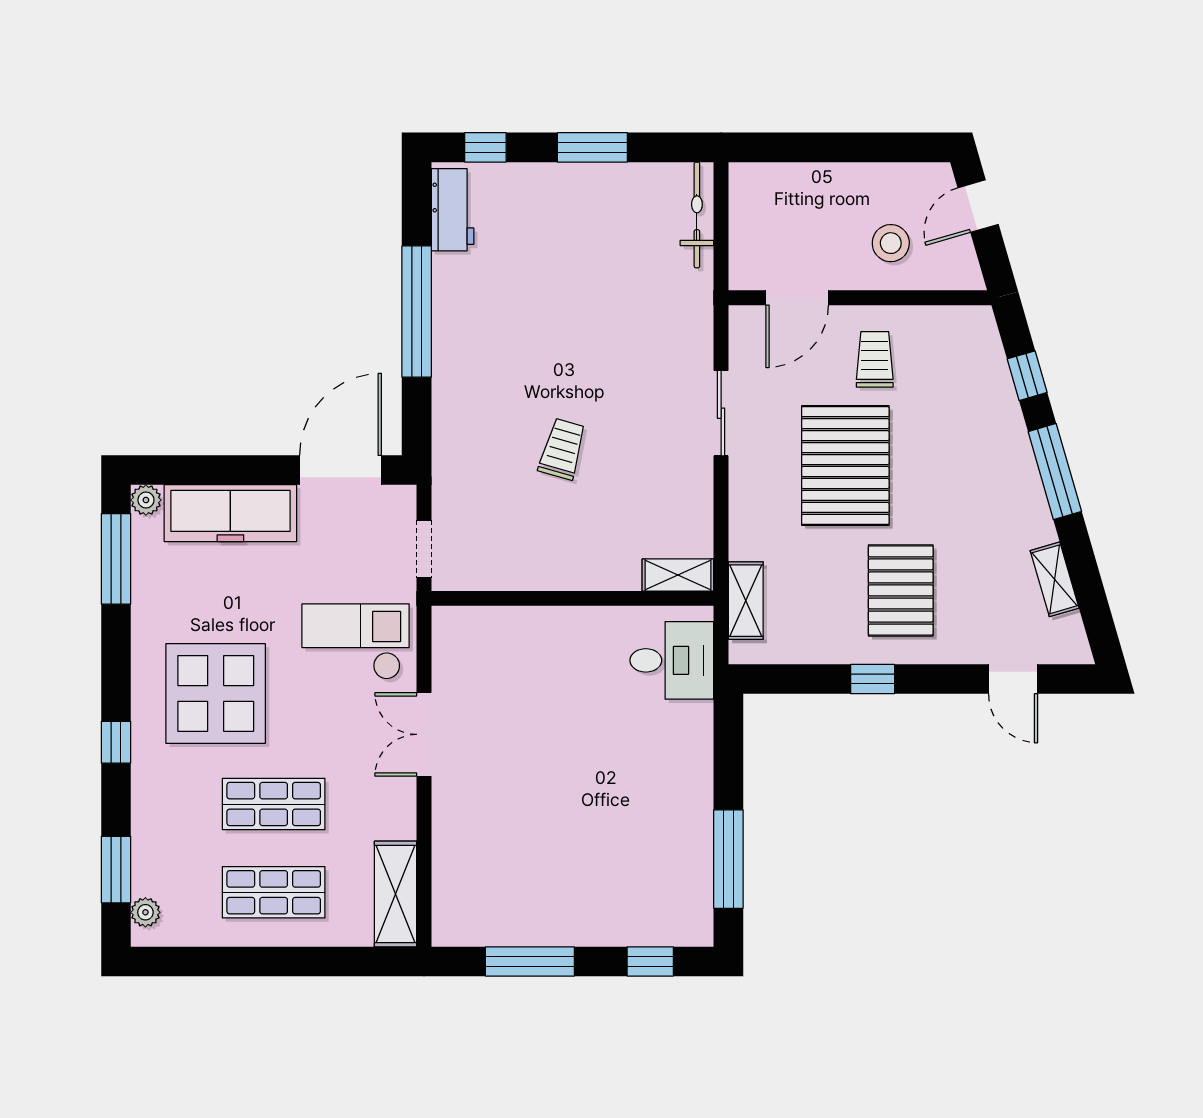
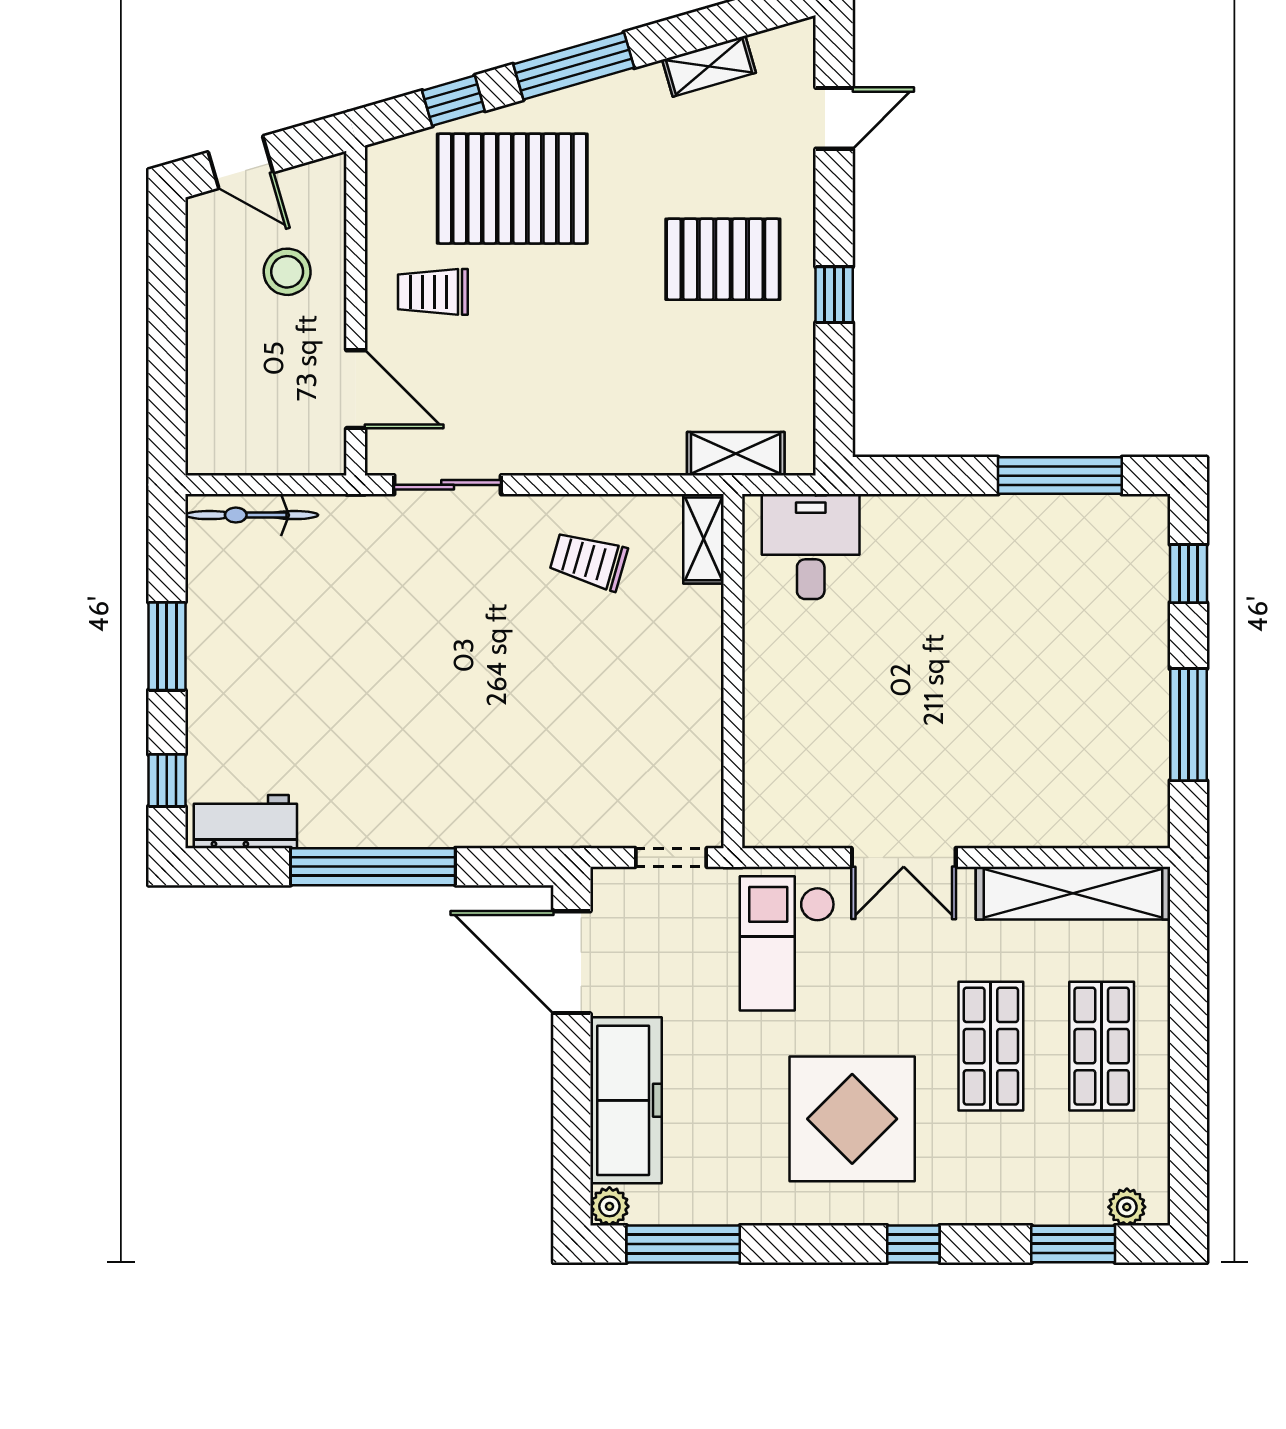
sliding door: (721, 413) -> (448, 485), moved
trolley: (562, 449) -> (588, 561), moved
pallet: (845, 466) -> (512, 189), moved
shelving: (396, 894) -> (1073, 893), width x1.47

